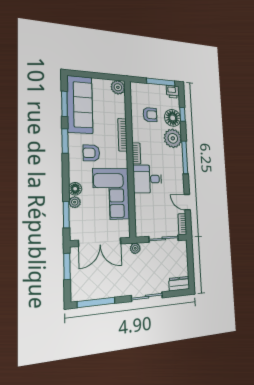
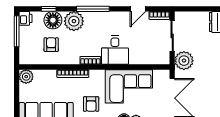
plant: (135, 248) -> (184, 61), width x1.88, depth x1.88

